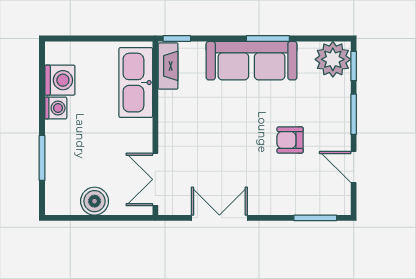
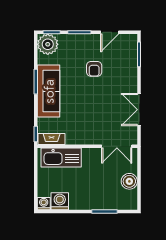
washing machine: (56, 108) -> (44, 204), moved

